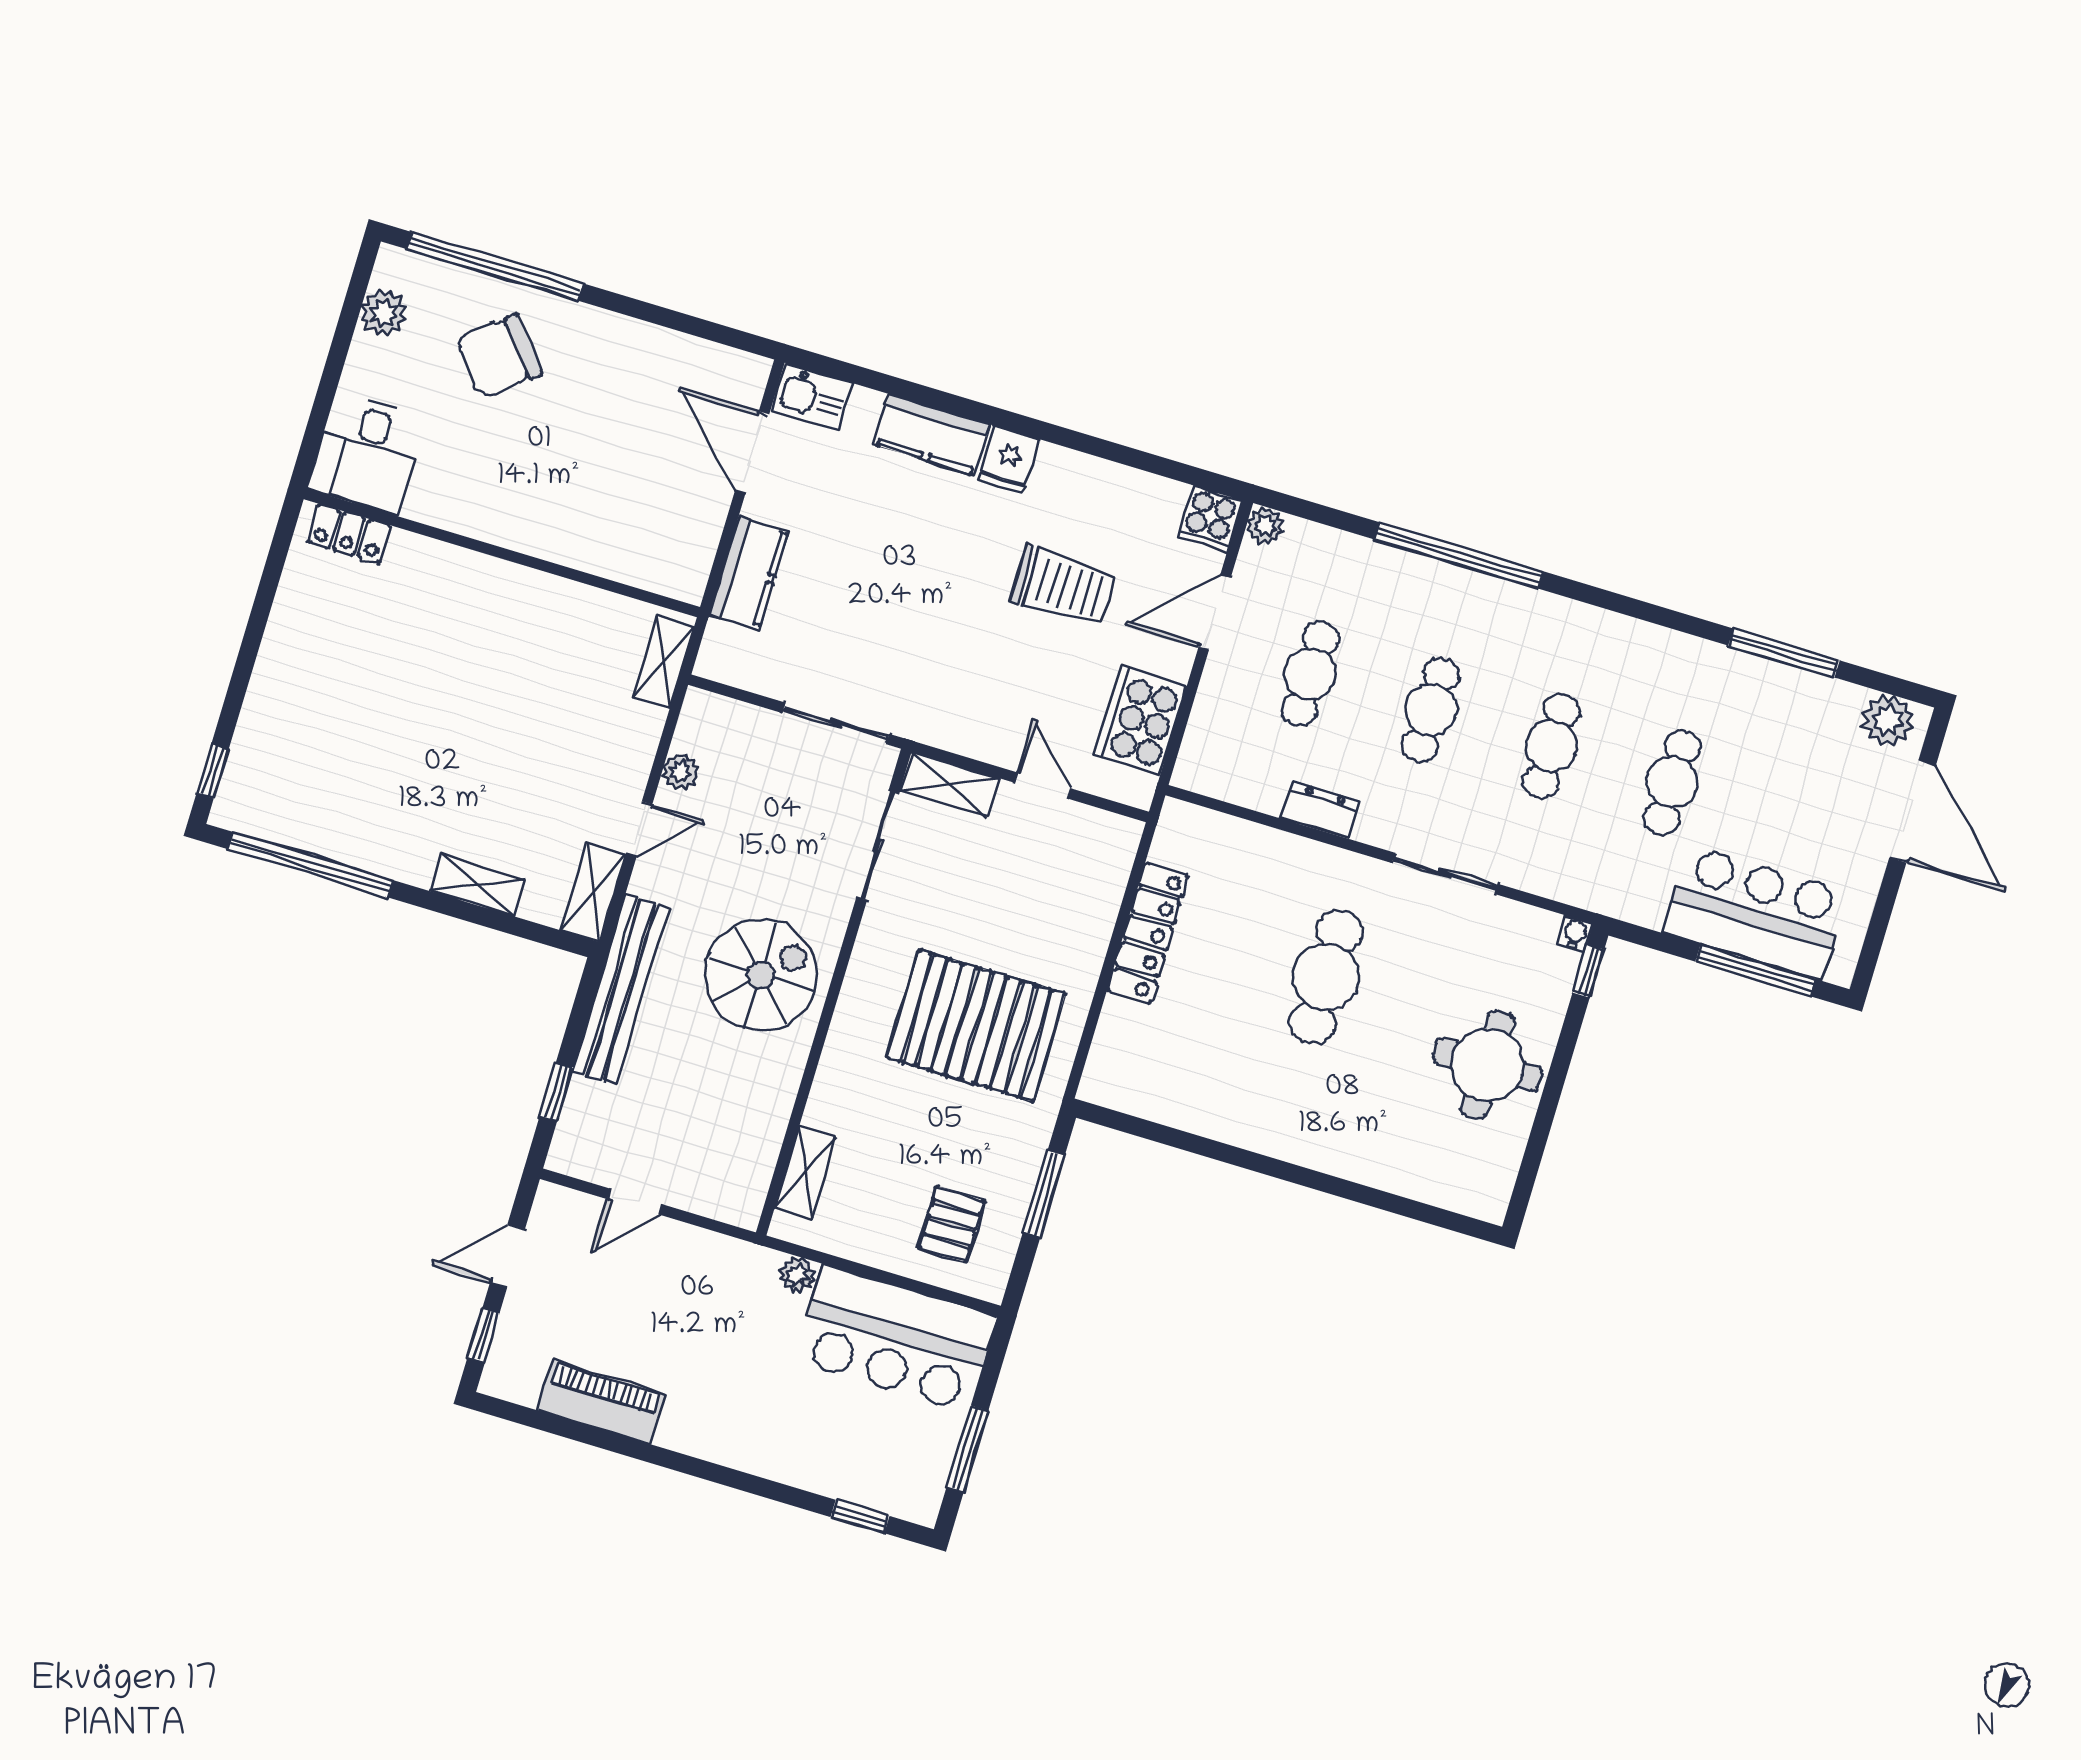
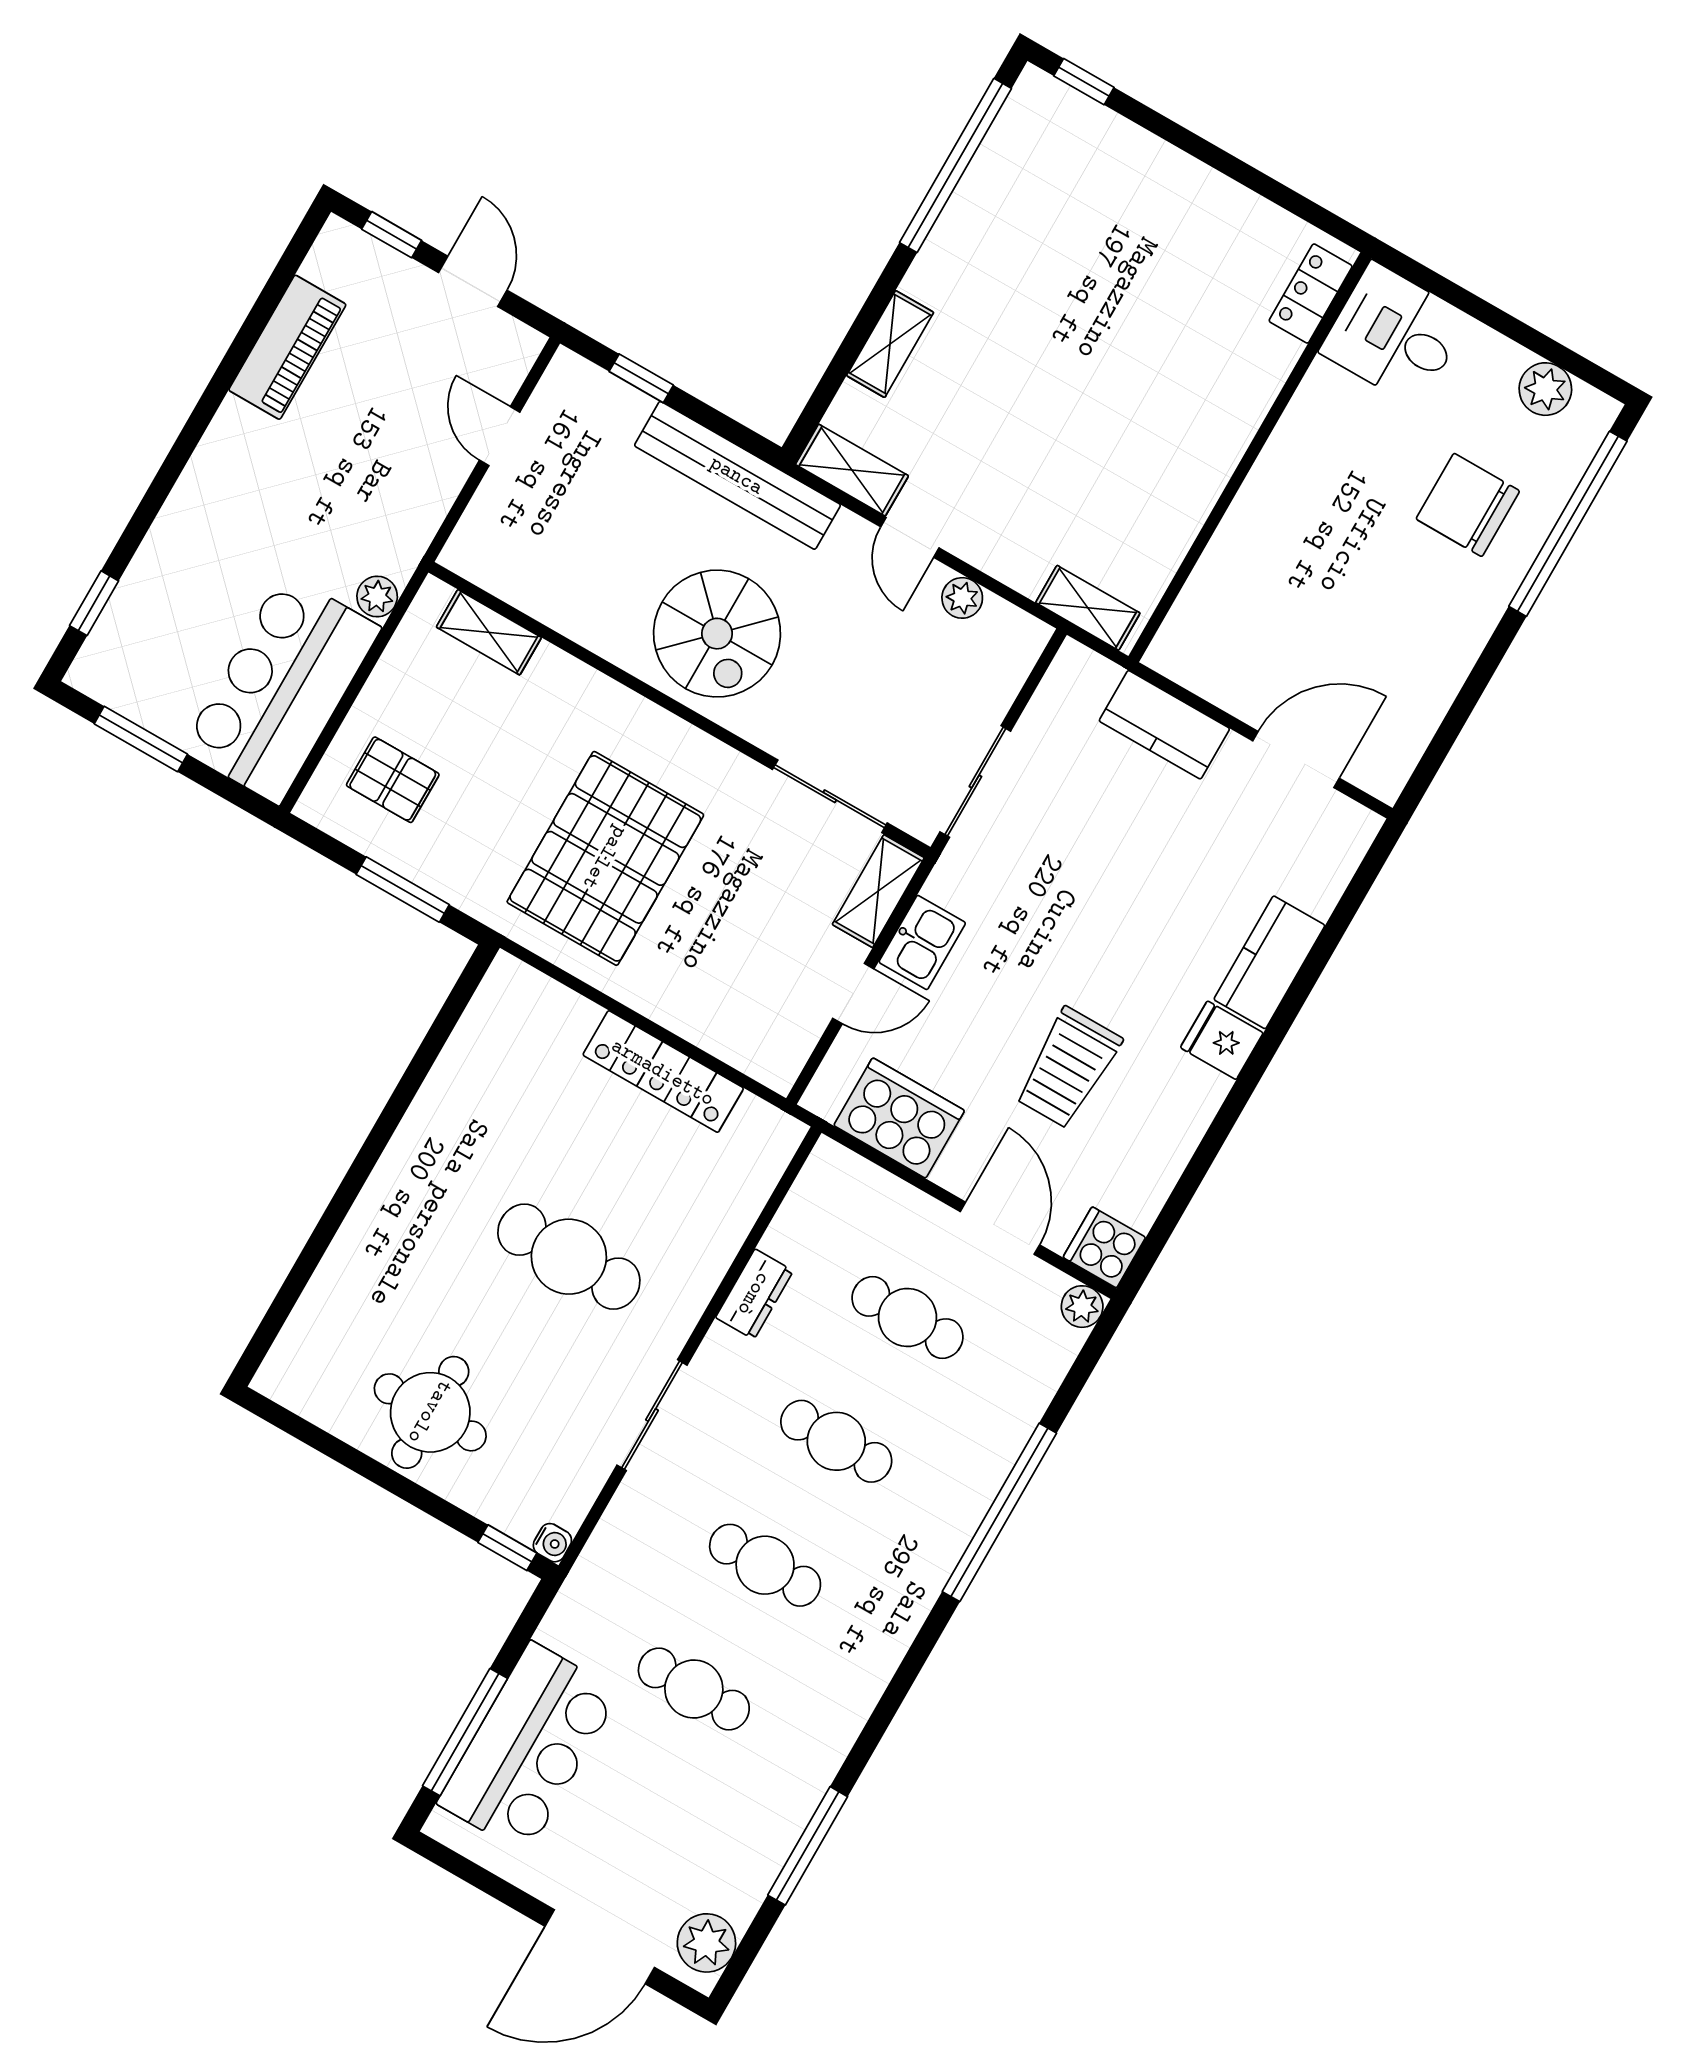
chair: (499, 356) -> (1468, 505), turned -51
kitchen sink: (812, 397) -> (922, 942), moved, turned 180

